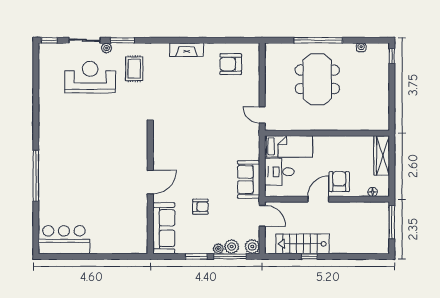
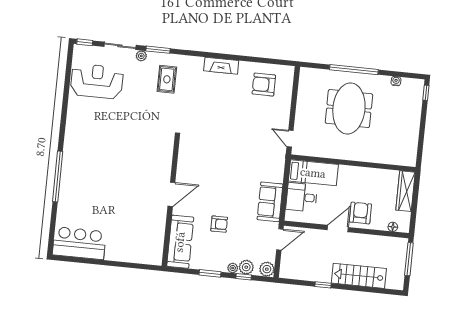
reception desk: (90, 77) -> (97, 81), moved
door: (262, 216) -> (280, 239), hinge flipped
stairs: (302, 244) -> (359, 276), moved
window: (230, 256) -> (244, 277), width x0.46

